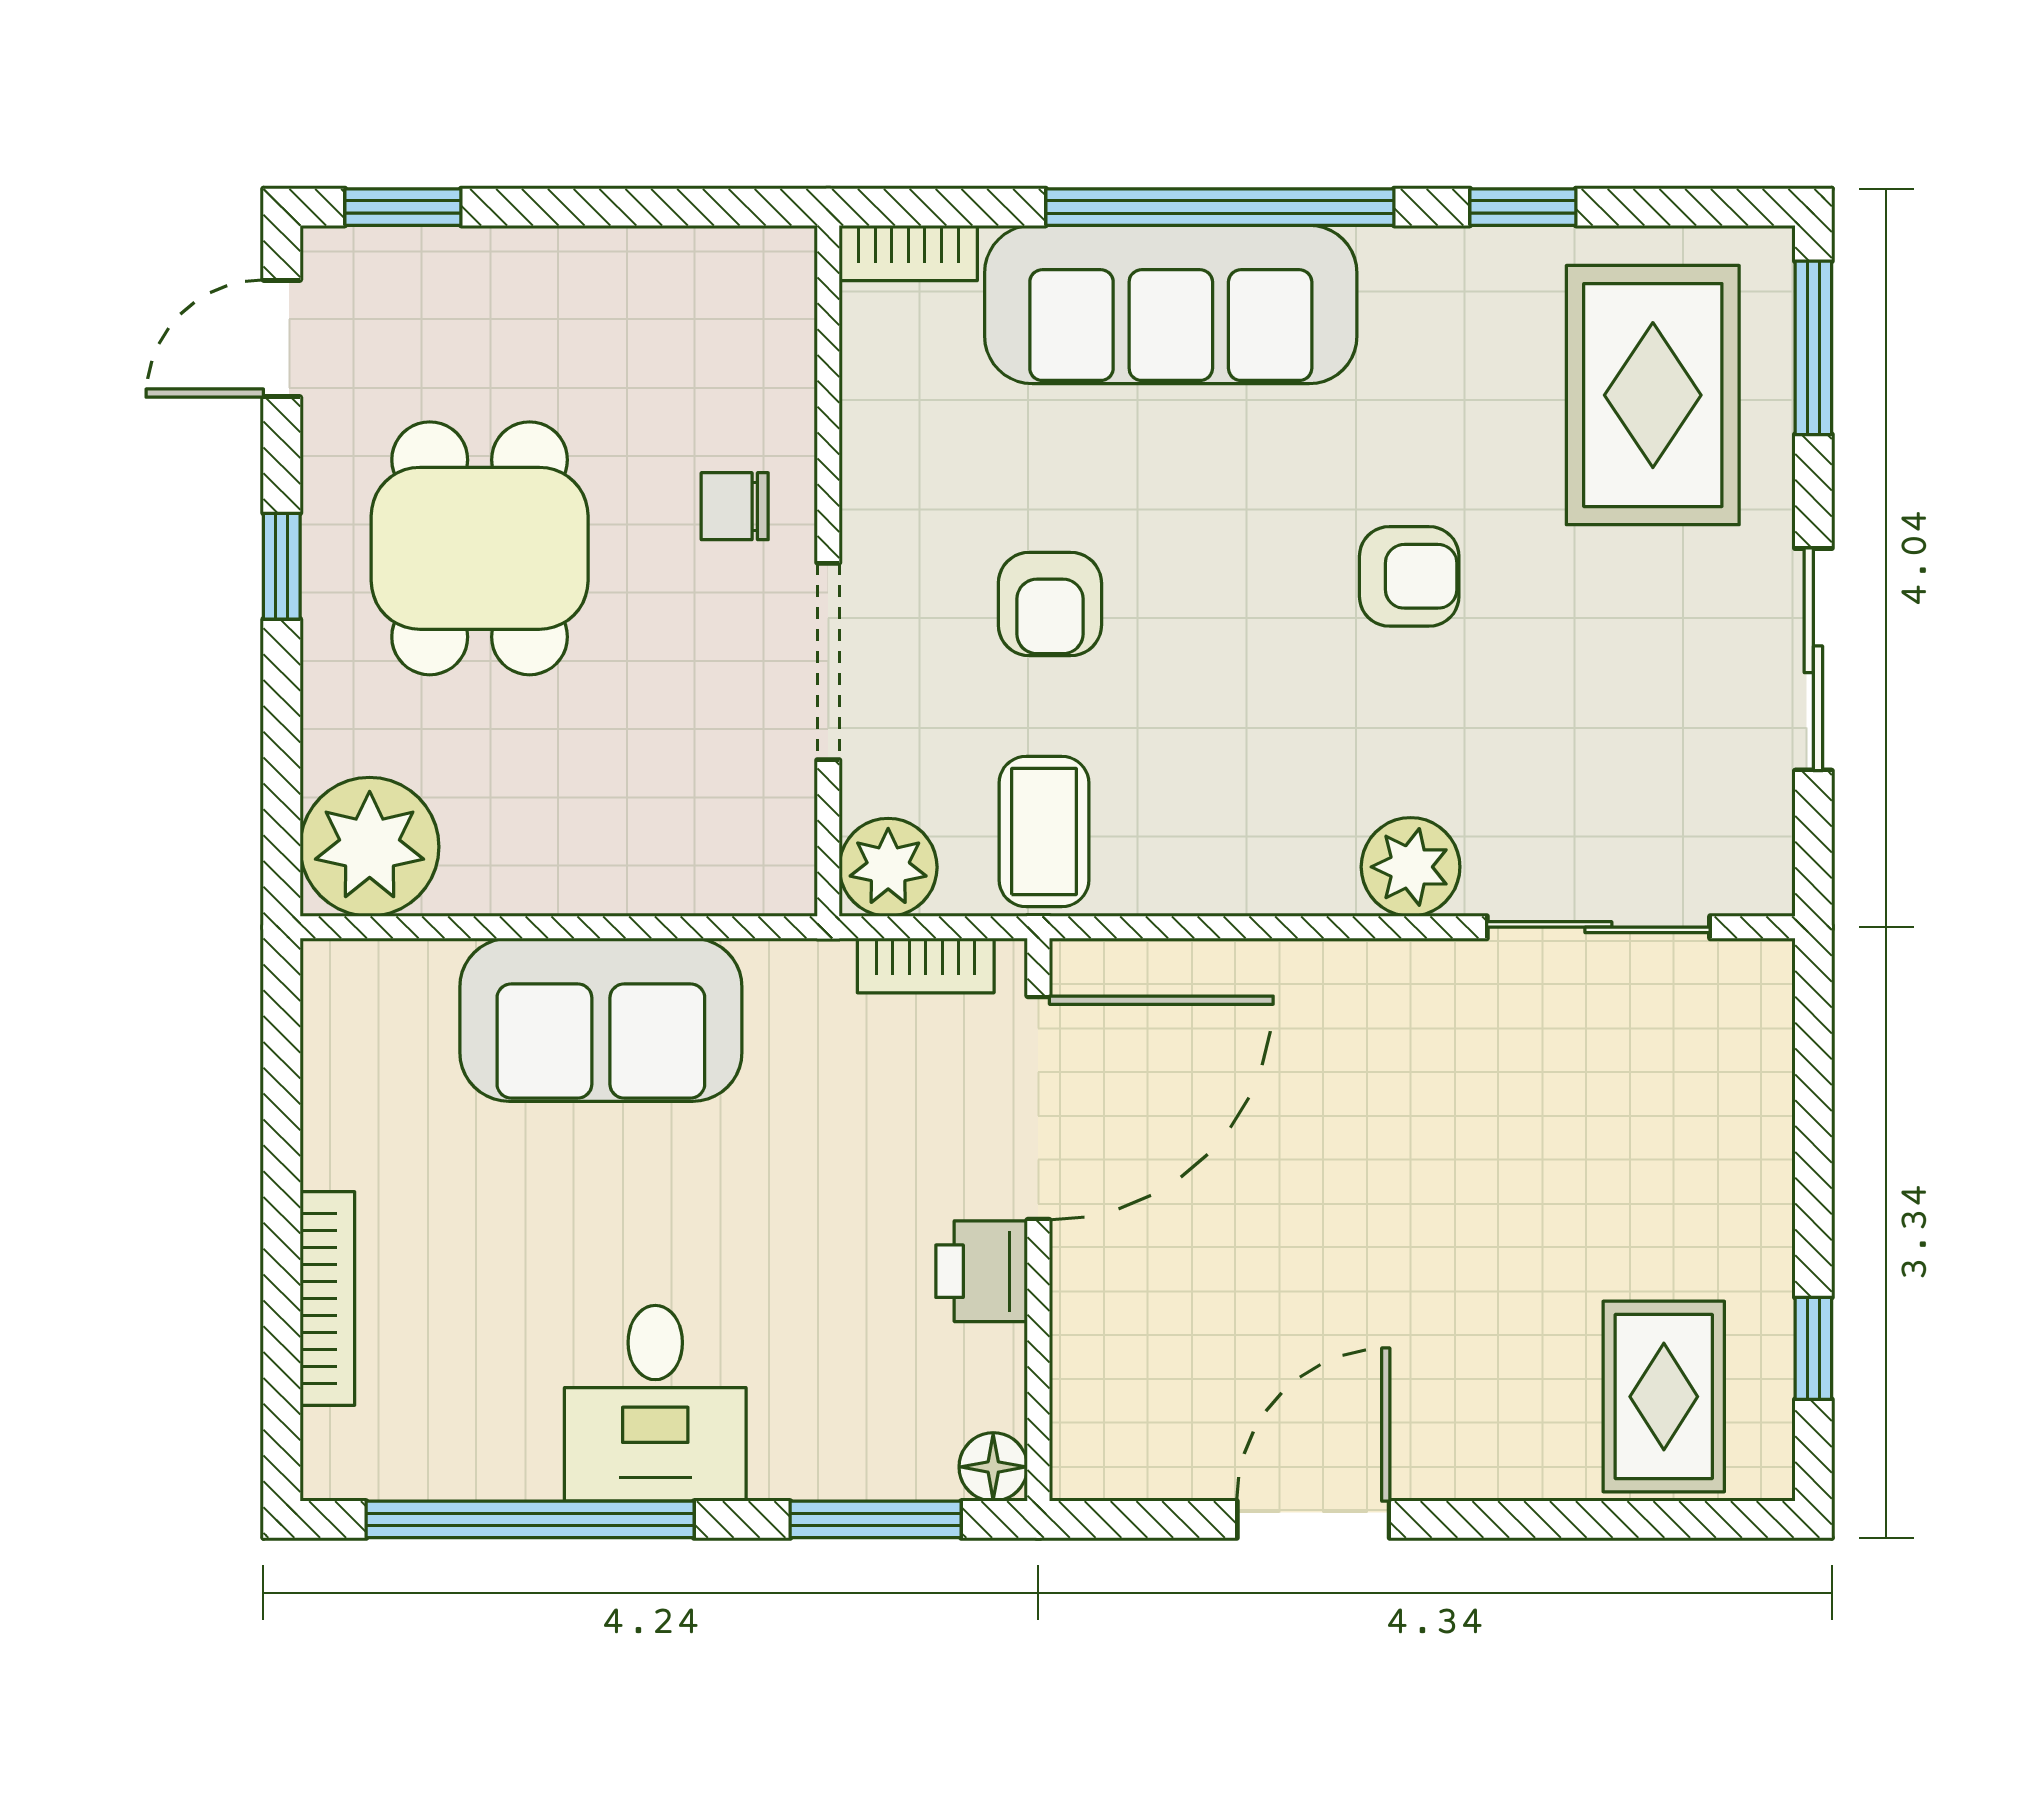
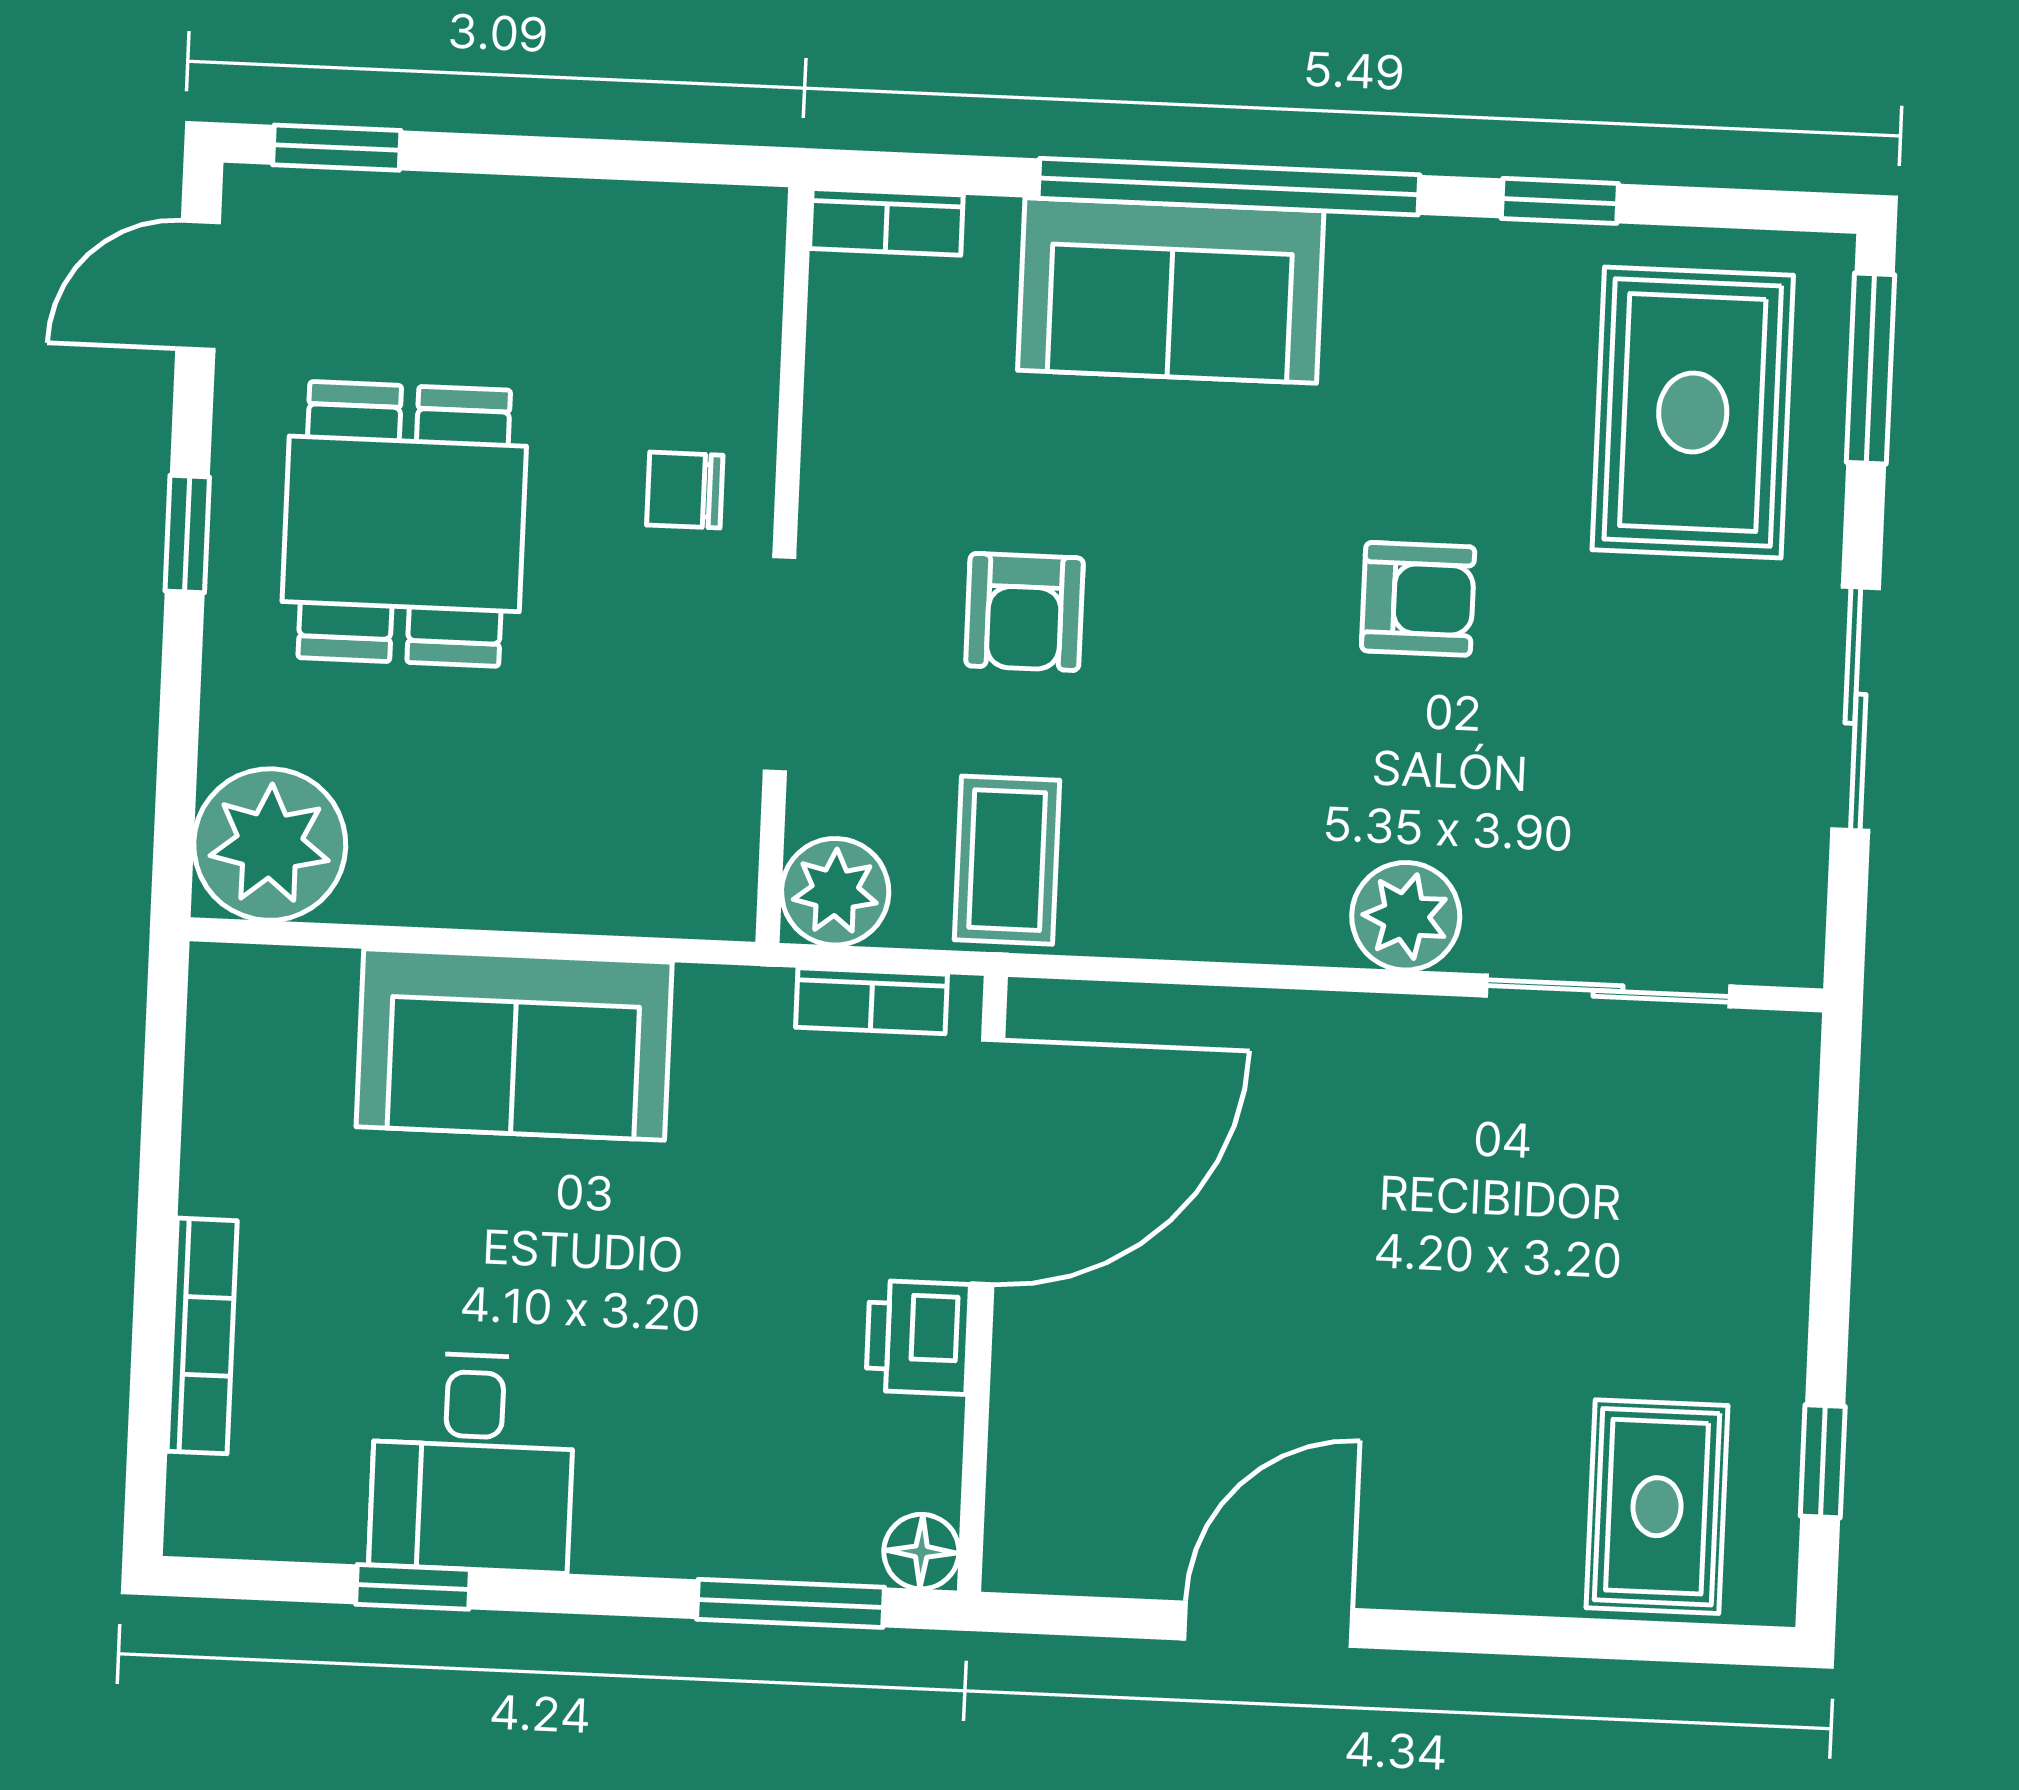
sofa: (1171, 304) -> (1171, 291), width x0.73
desk: (655, 1403) -> (472, 1462), moved
window: (530, 1519) -> (413, 1587), width x0.32

